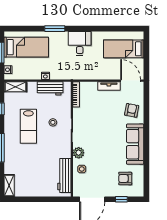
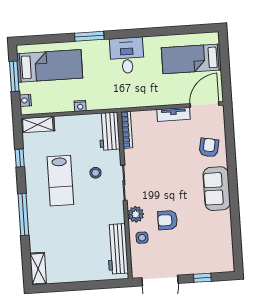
door: (131, 81) -> (205, 105), hinge flipped
workbench: (50, 88) -> (109, 131), moved, turned 90
sofa: (135, 144) -> (217, 189), width x0.73
armchair: (125, 178) -> (168, 220), moved

